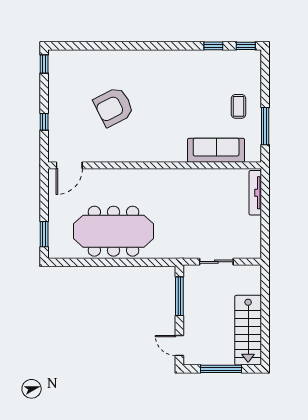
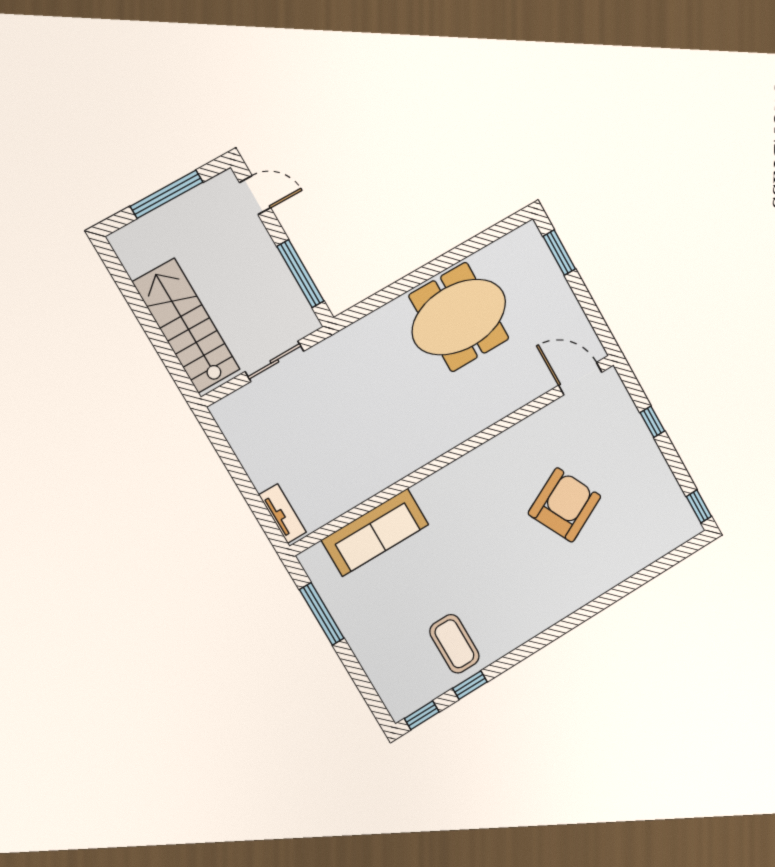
coffee table: (238, 106) -> (454, 644), moved, width x1.36, depth x1.30
door: (69, 165) -> (580, 379), hinge flipped
tv unit: (255, 193) -> (283, 514), width x0.71
meeting table: (114, 231) -> (459, 317), width x0.73
stairs: (248, 330) -> (186, 326), moved

